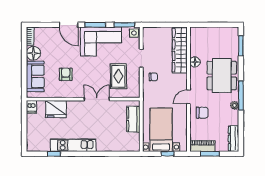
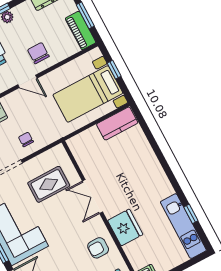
armchair: (66, 74) -> (98, 248), moved
fridge: (56, 109) -> (125, 227), moved
kitchen counter: (133, 119) -> (117, 123), moved
kitchen unit: (73, 145) -> (183, 226), moved

